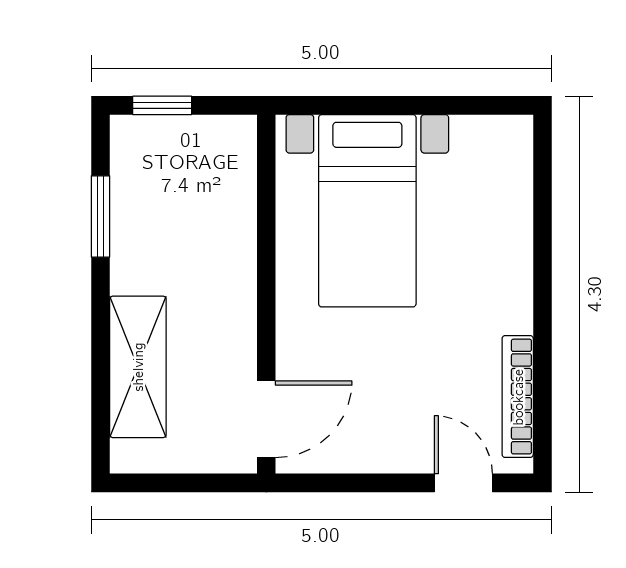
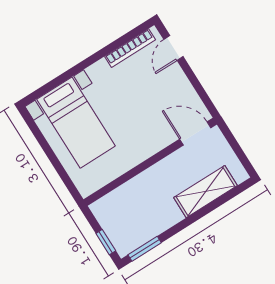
bed with nightstands: (367, 211) -> (76, 123), moved, turned 90
window: (100, 216) -> (145, 249), moved

